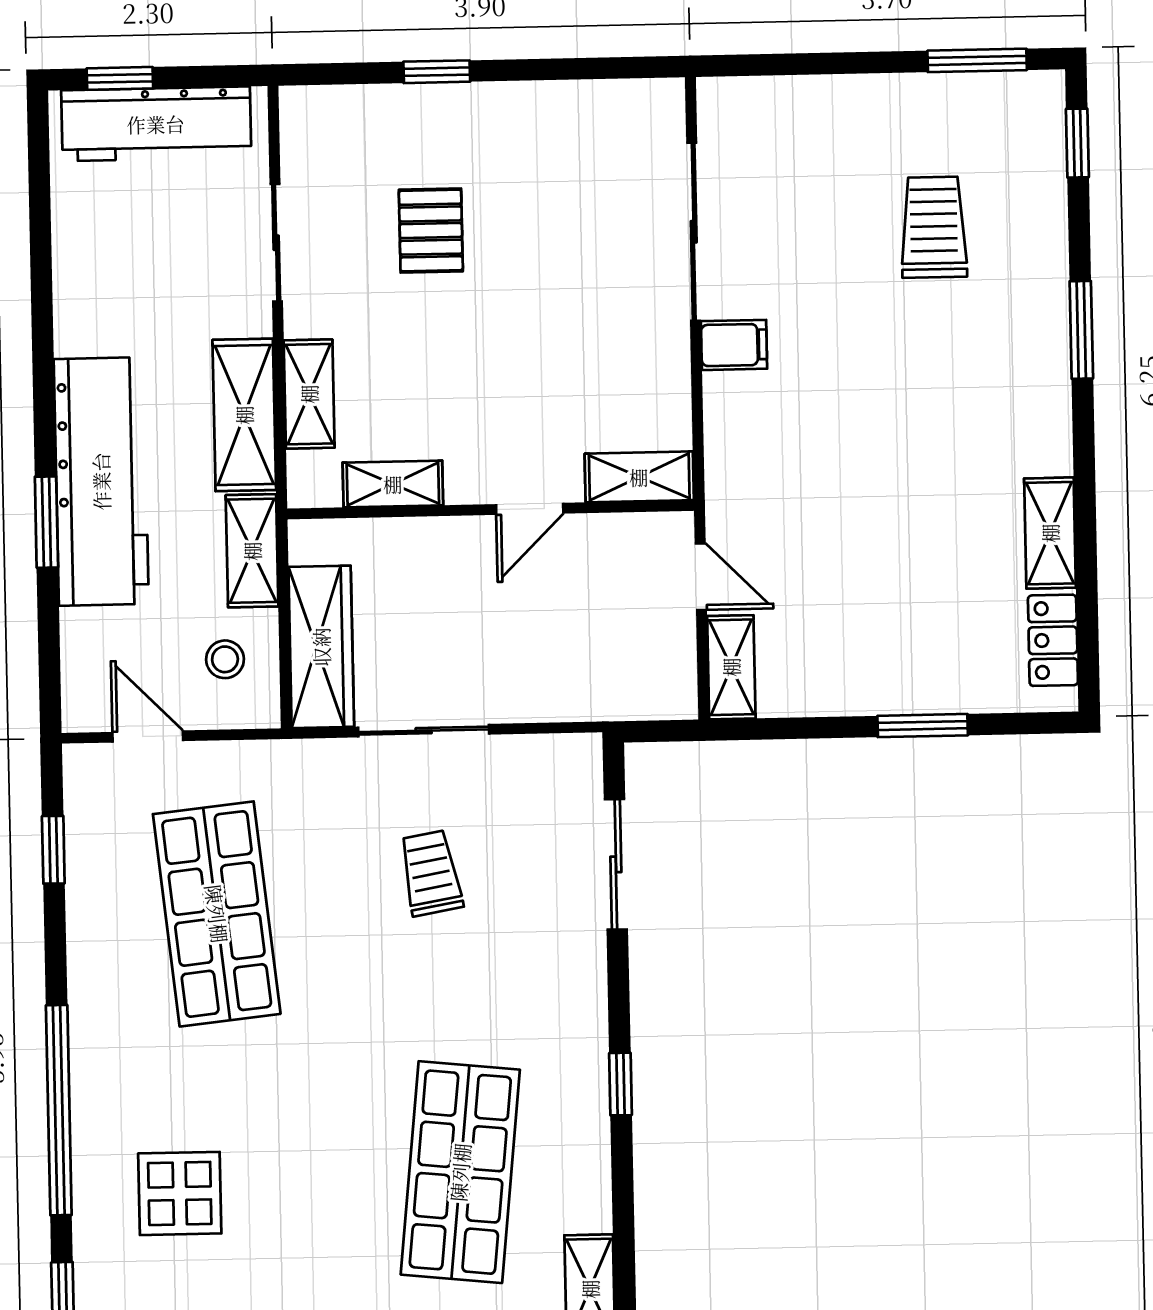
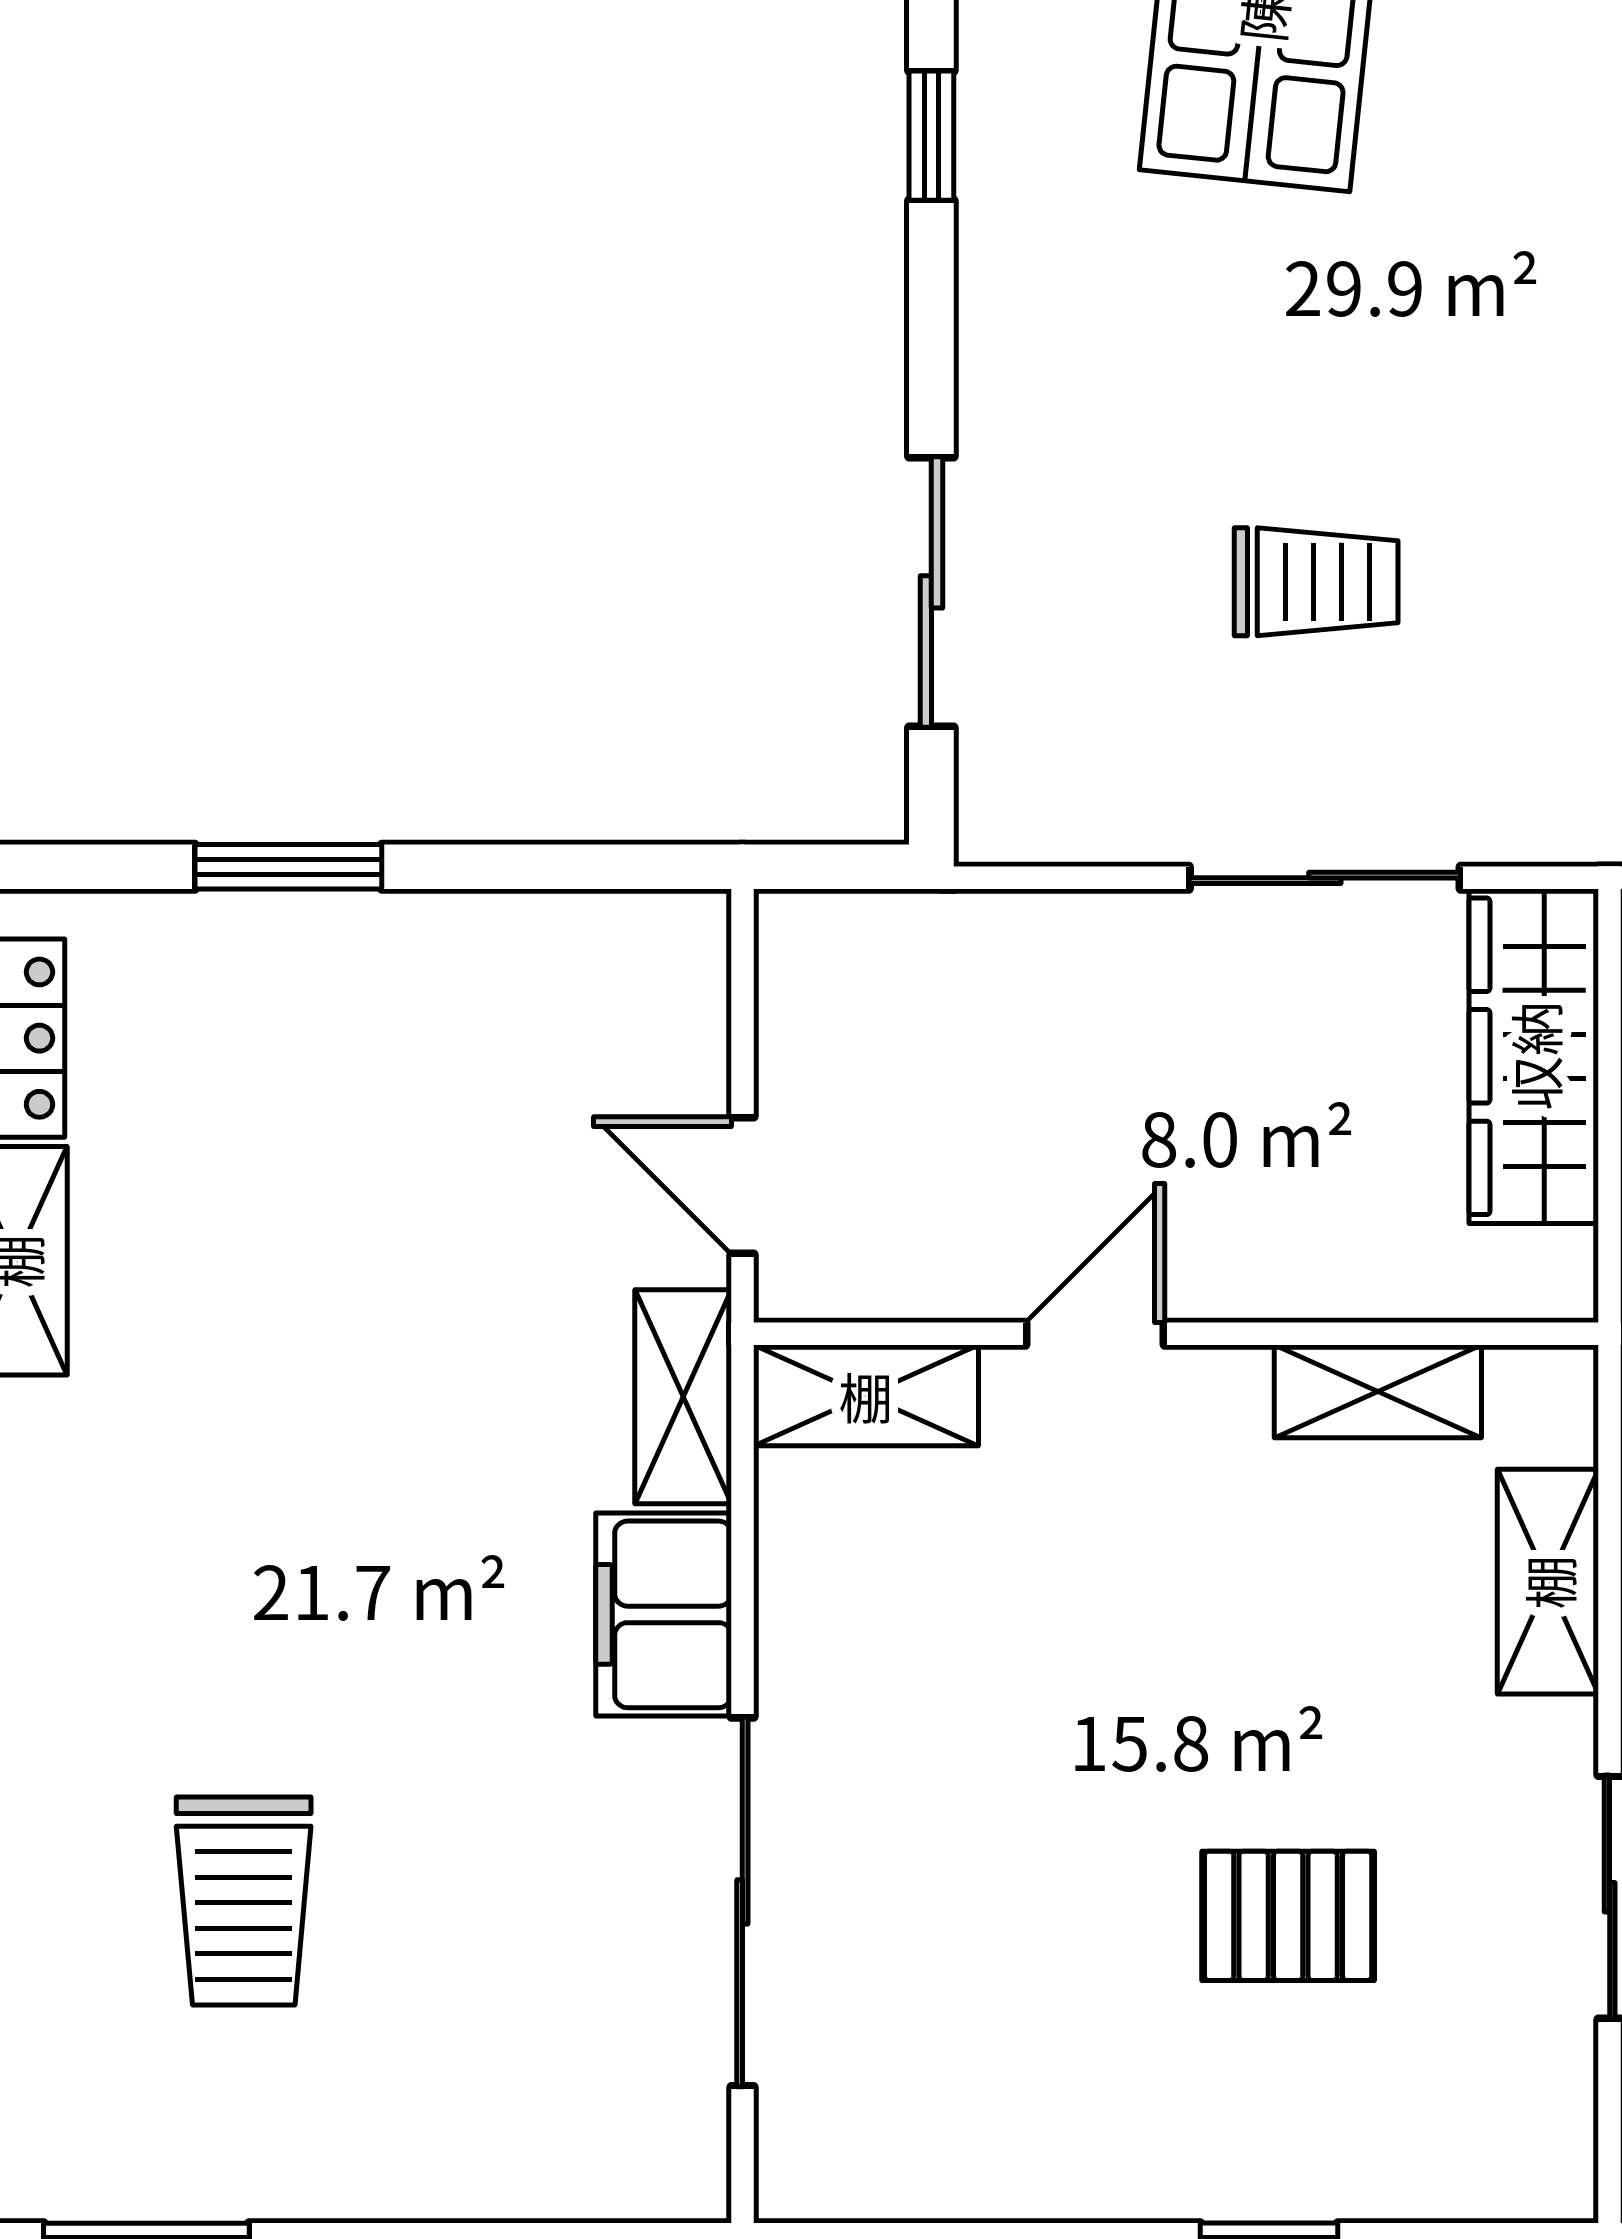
pallet: (431, 231) -> (1288, 1916), turned 90
filing cabinet: (734, 345) -> (664, 1614), width x2.00
shelving: (731, 667) -> (683, 1397), moved
trolley: (431, 873) -> (1316, 582), turned -80

